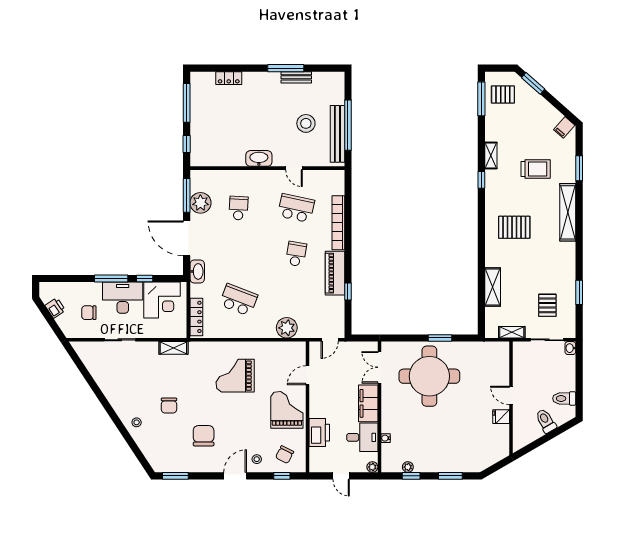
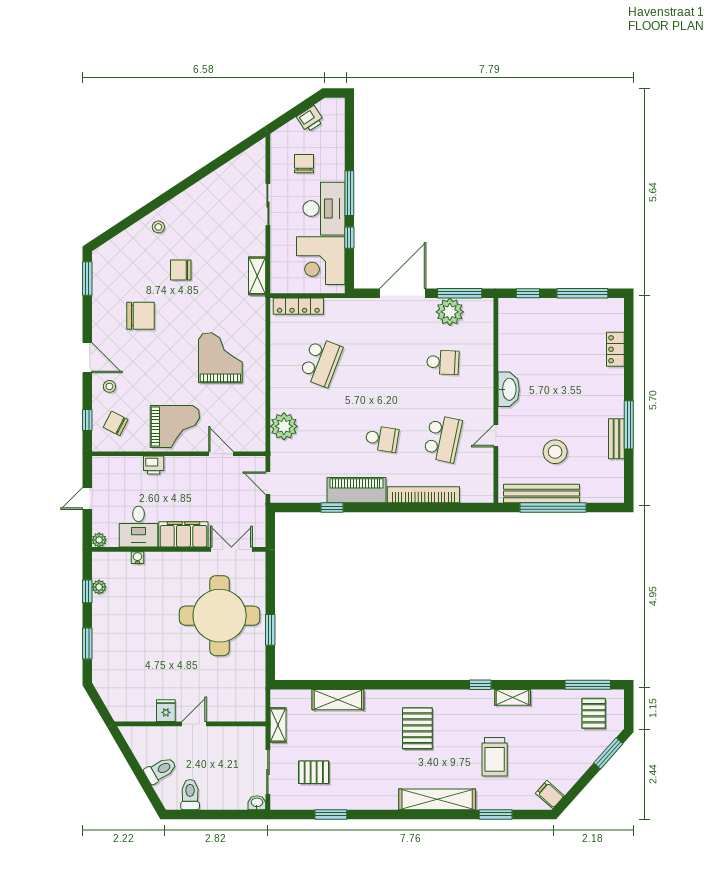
washbasin: (197, 271) -> (359, 307), removed
printer: (319, 433) -> (154, 465), width x0.53, depth x0.68

